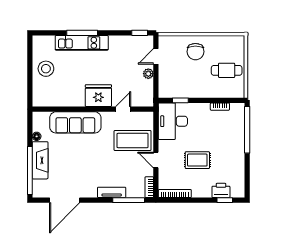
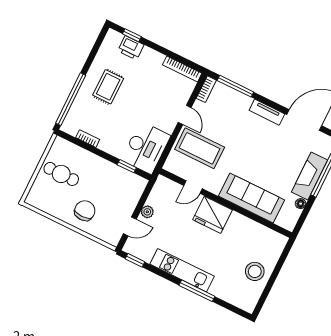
kitchen unit: (82, 43) -> (182, 270), moved
rug: (197, 160) -> (108, 87), moved, turned 90
tv unit: (112, 192) -> (267, 112), moved

